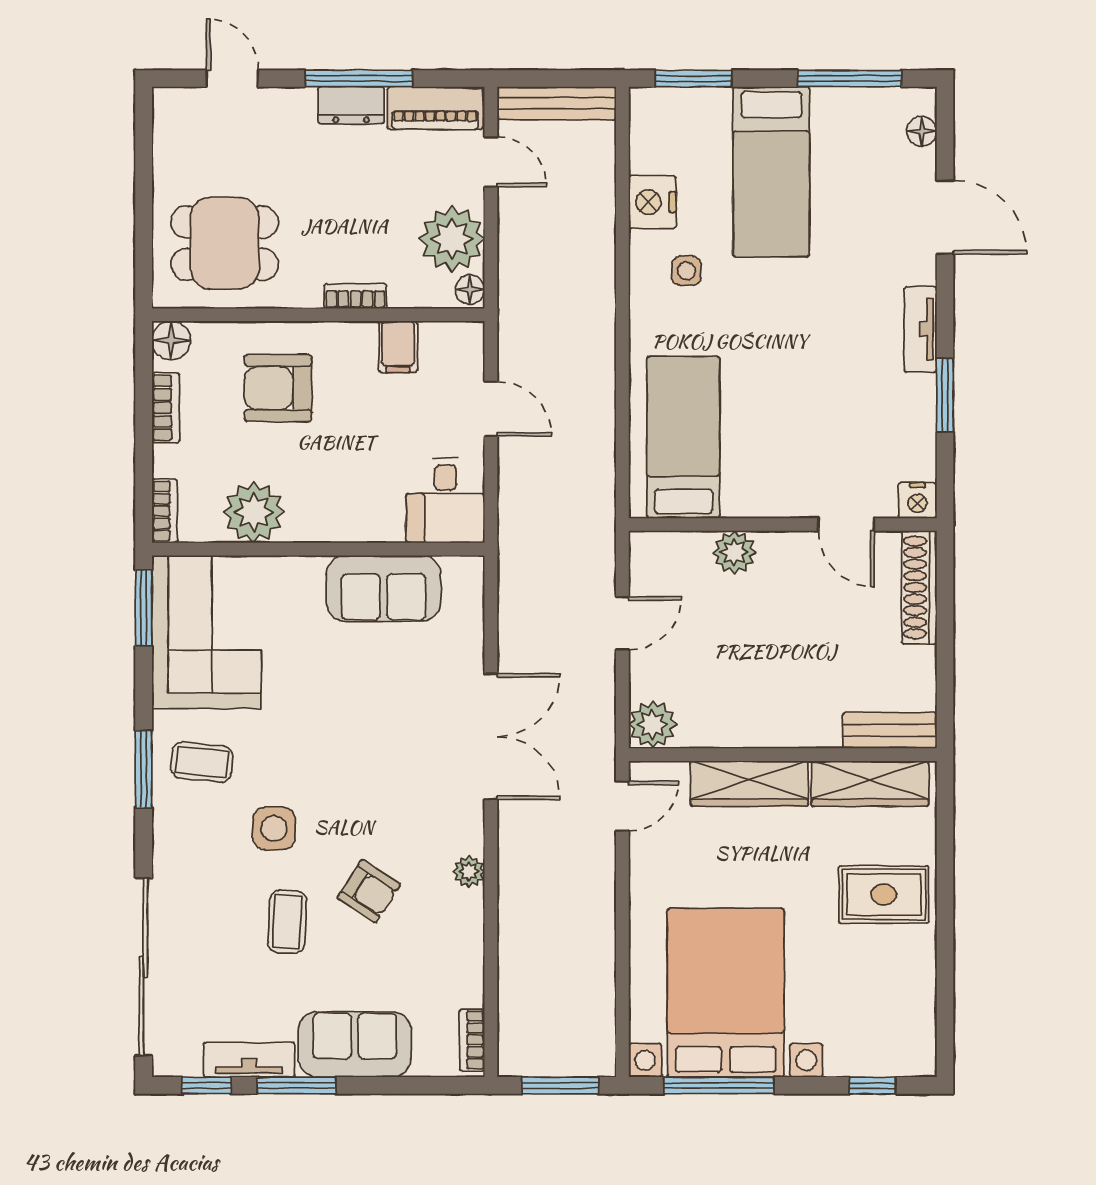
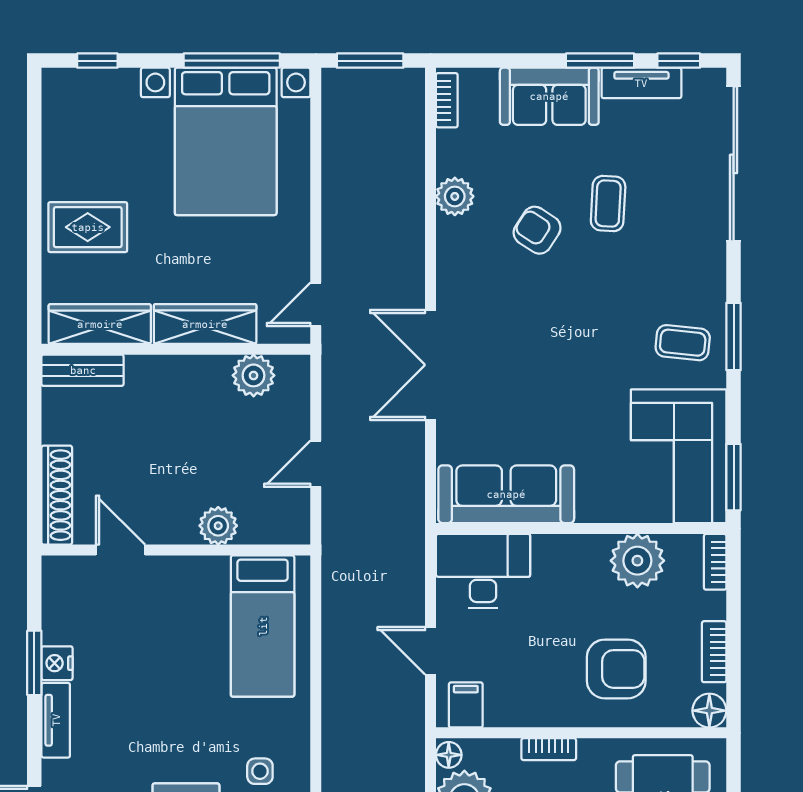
filing cabinet: (398, 347) -> (466, 705), moved
desk: (445, 500) -> (483, 571), width x1.37
nightstand: (917, 500) -> (57, 663), moved, turned -90
sofa: (384, 588) -> (506, 494), width x1.36
plant: (653, 724) -> (254, 375), moved
side table: (274, 828) -> (620, 285), removed
plant: (469, 871) -> (455, 196), moved, width x1.38, depth x1.38

